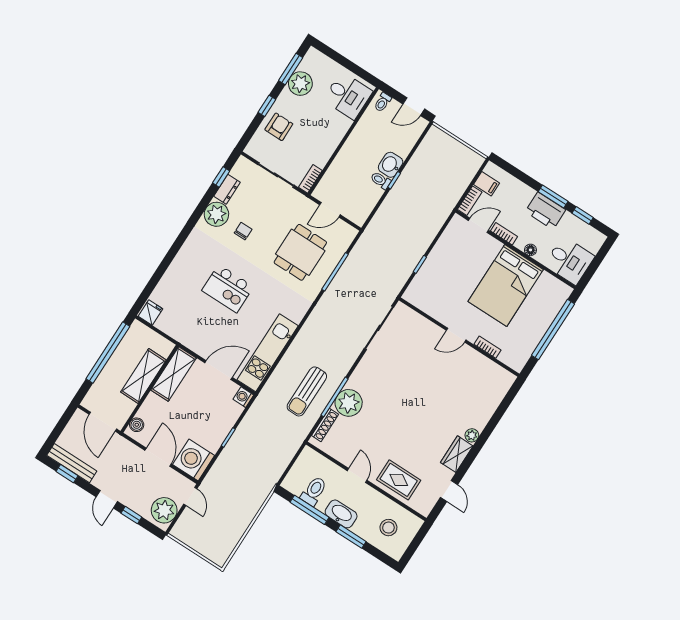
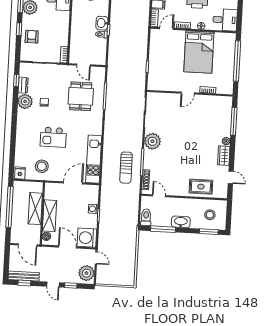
door: (330, 210) -> (84, 65), hinge flipped
stool: (187, 321) -> (42, 166), added
shelving: (173, 374) -> (50, 216), moved
washing machine: (243, 397) -> (93, 209), moved
plant: (349, 403) -> (152, 141), moved
window: (499, 413) -> (234, 121), added
door: (357, 475) -> (159, 196), moved
toilet: (314, 491) -> (146, 217), moved
window: (351, 537) -> (209, 232), moved

